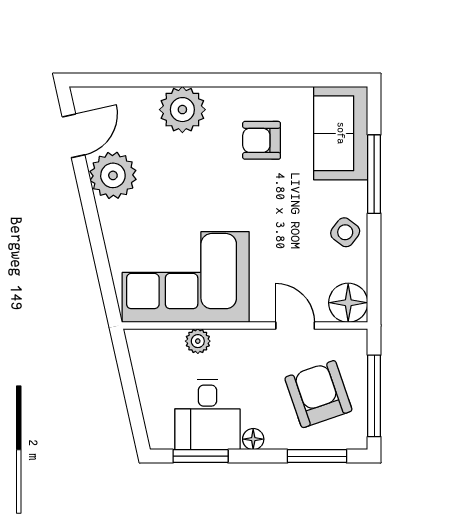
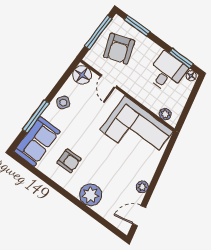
plant: (113, 175) -> (142, 187), width x0.53, depth x0.53
plant: (198, 341) -> (165, 114), moved
floor lamp: (253, 439) -> (191, 76), moved

